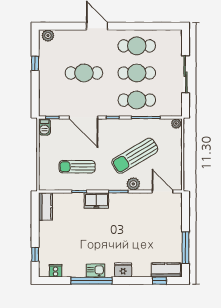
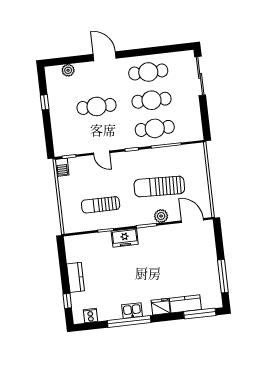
plant: (48, 36) -> (68, 70), moved
sliding door: (185, 74) -> (200, 76), moved
door: (84, 118) -> (101, 153), width x0.53
plant: (176, 124) -> (199, 148), removed
sun lounger: (135, 156) -> (159, 187), turned 33
kitchen counter: (45, 207) -> (76, 277), moved
kitchen counter: (166, 270) -> (185, 304), moved
window: (159, 281) -> (200, 313), width x2.17

